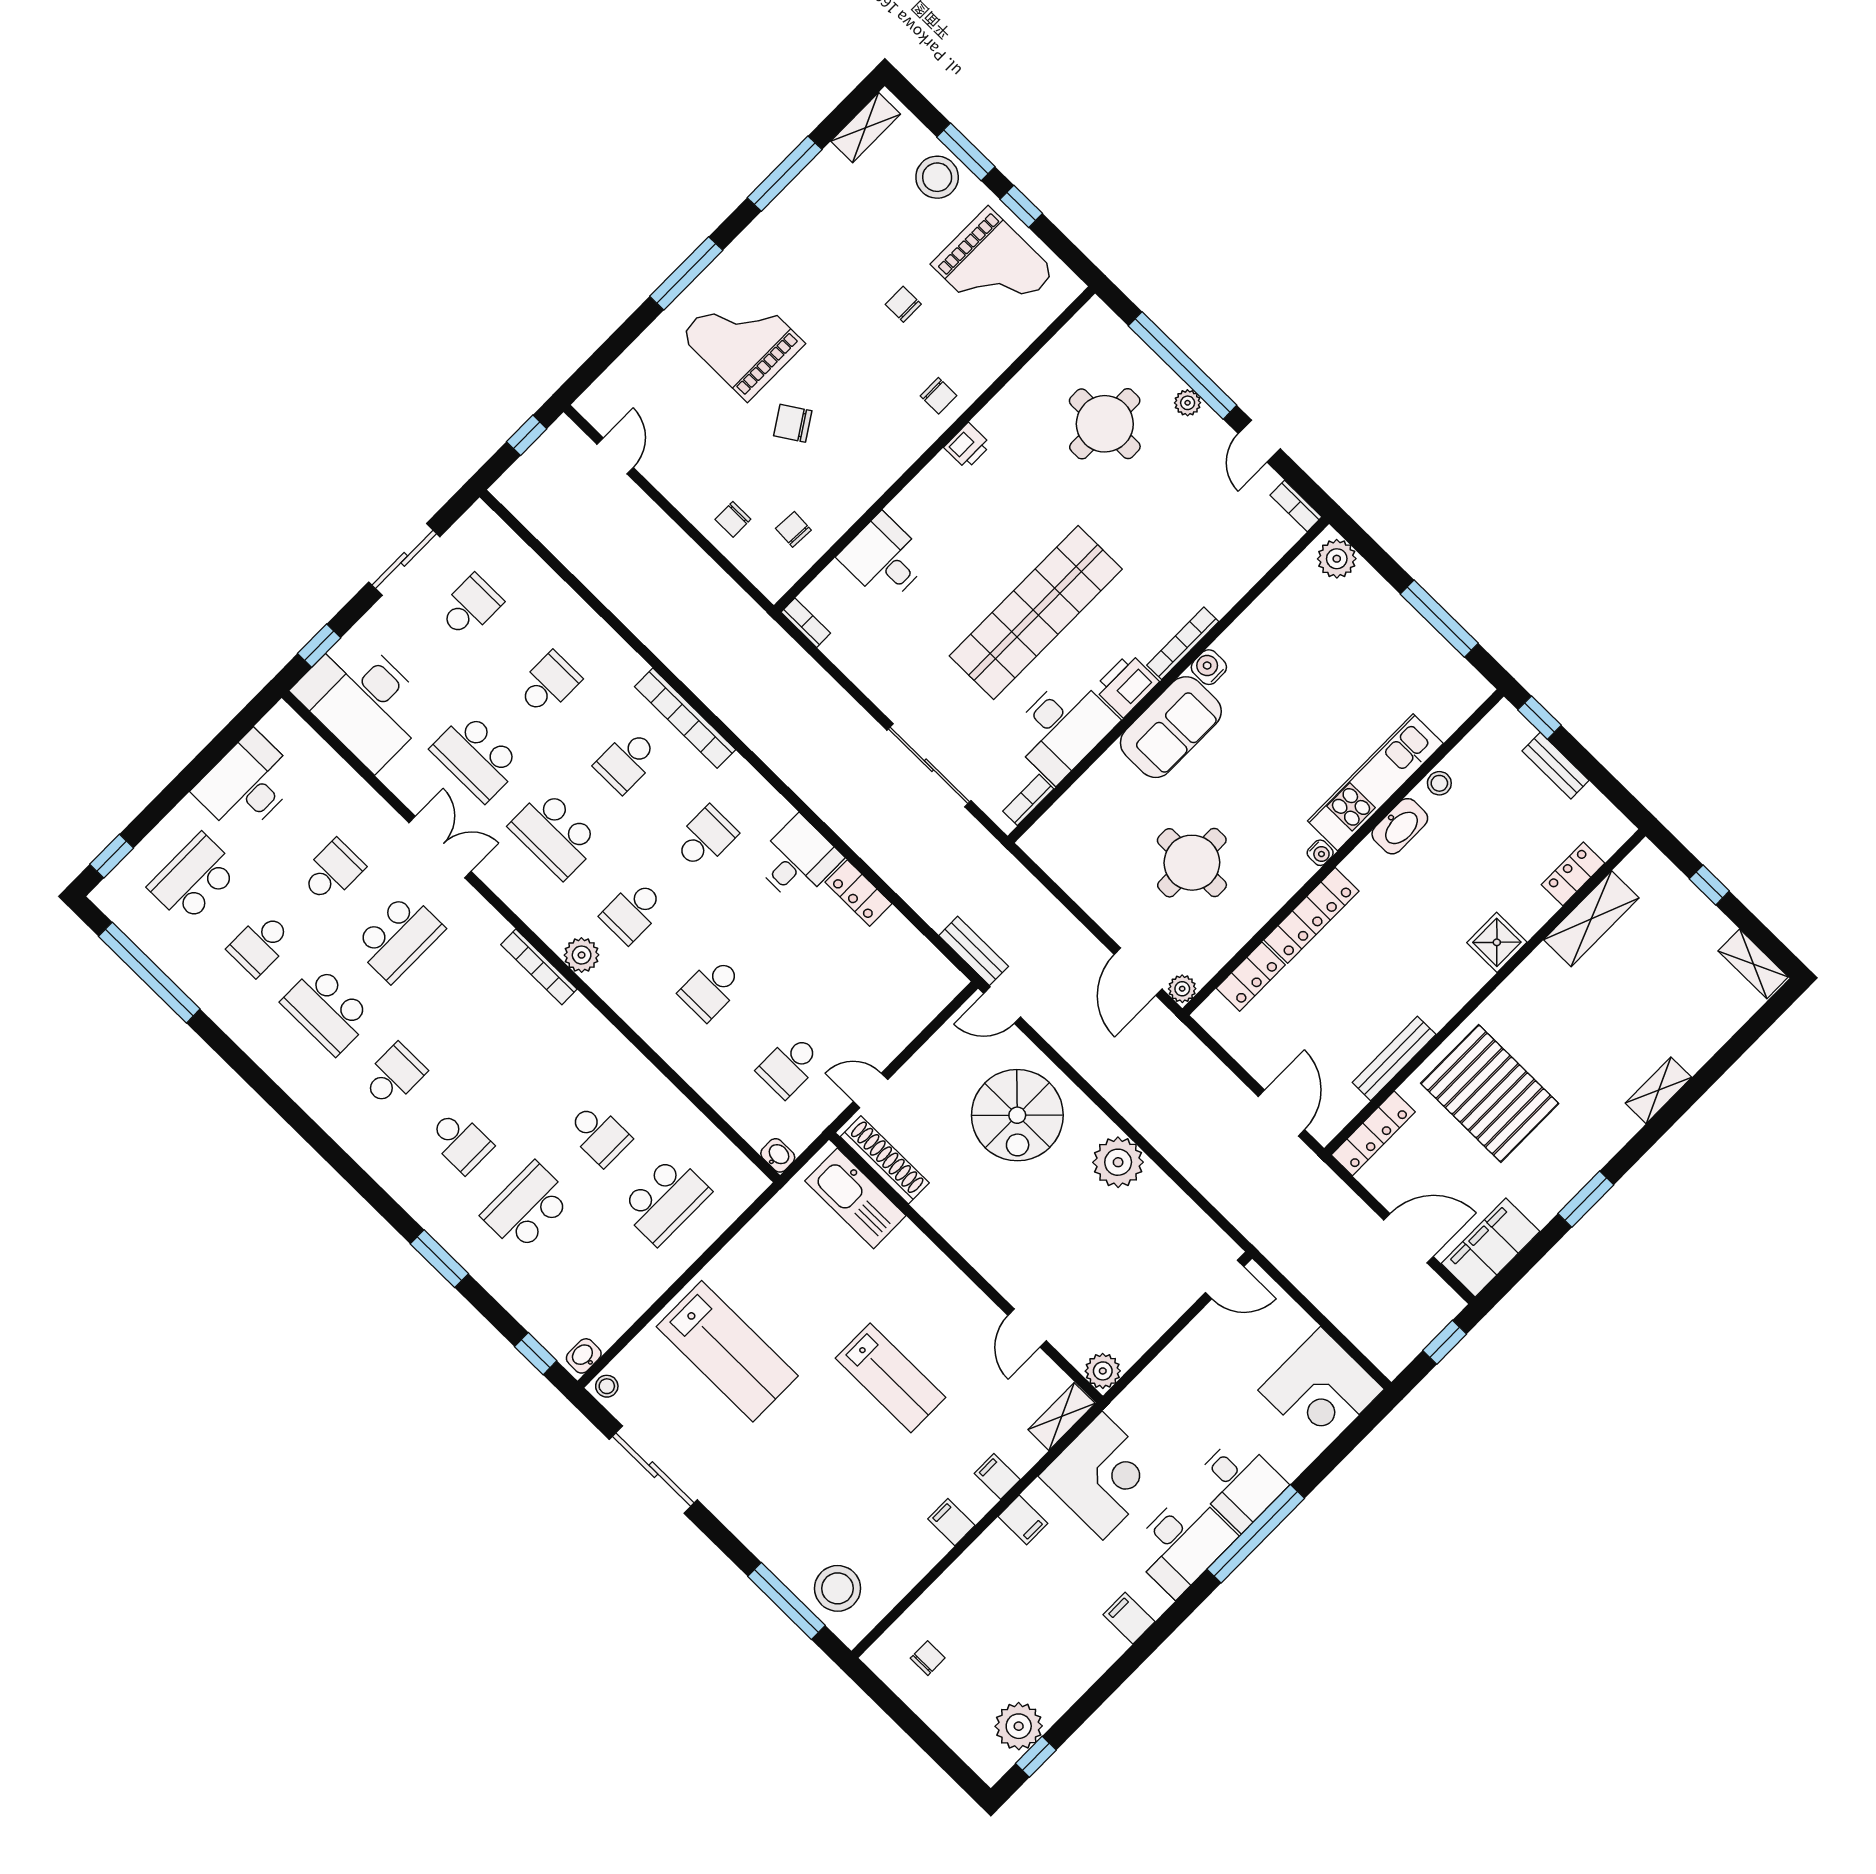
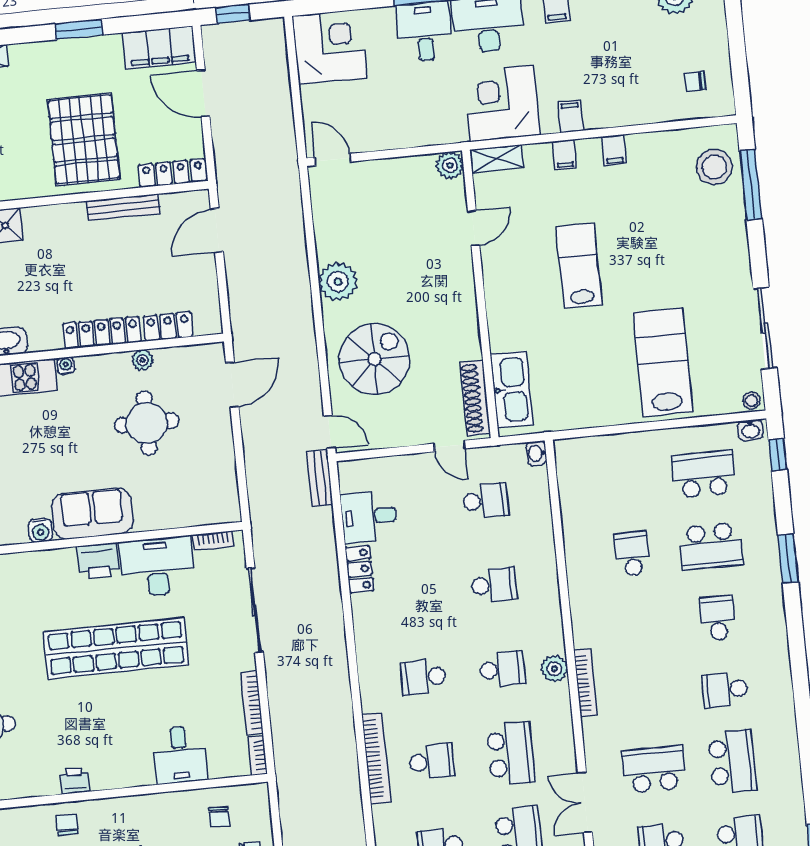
bookcase: (1183, 643) -> (252, 703), moved, turned 90
desk: (798, 860) -> (369, 517), moved
plant: (1182, 989) -> (143, 360), moved
school desk: (665, 1200) -> (704, 474), moved

